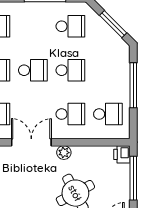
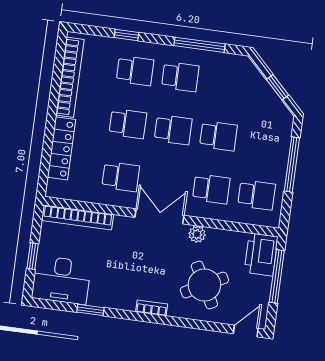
window: (113, 24) -> (278, 87), width x0.67
school desk: (70, 26) -> (180, 77), moved
printer: (122, 154) -> (261, 255), width x1.87, depth x1.48

